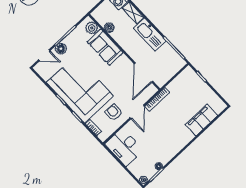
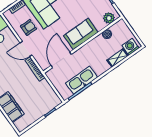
kitchen sink: (150, 35) -> (82, 80), moved
sofa: (105, 47) -> (81, 34), moved
door: (143, 73) -> (61, 60), hinge flipped

